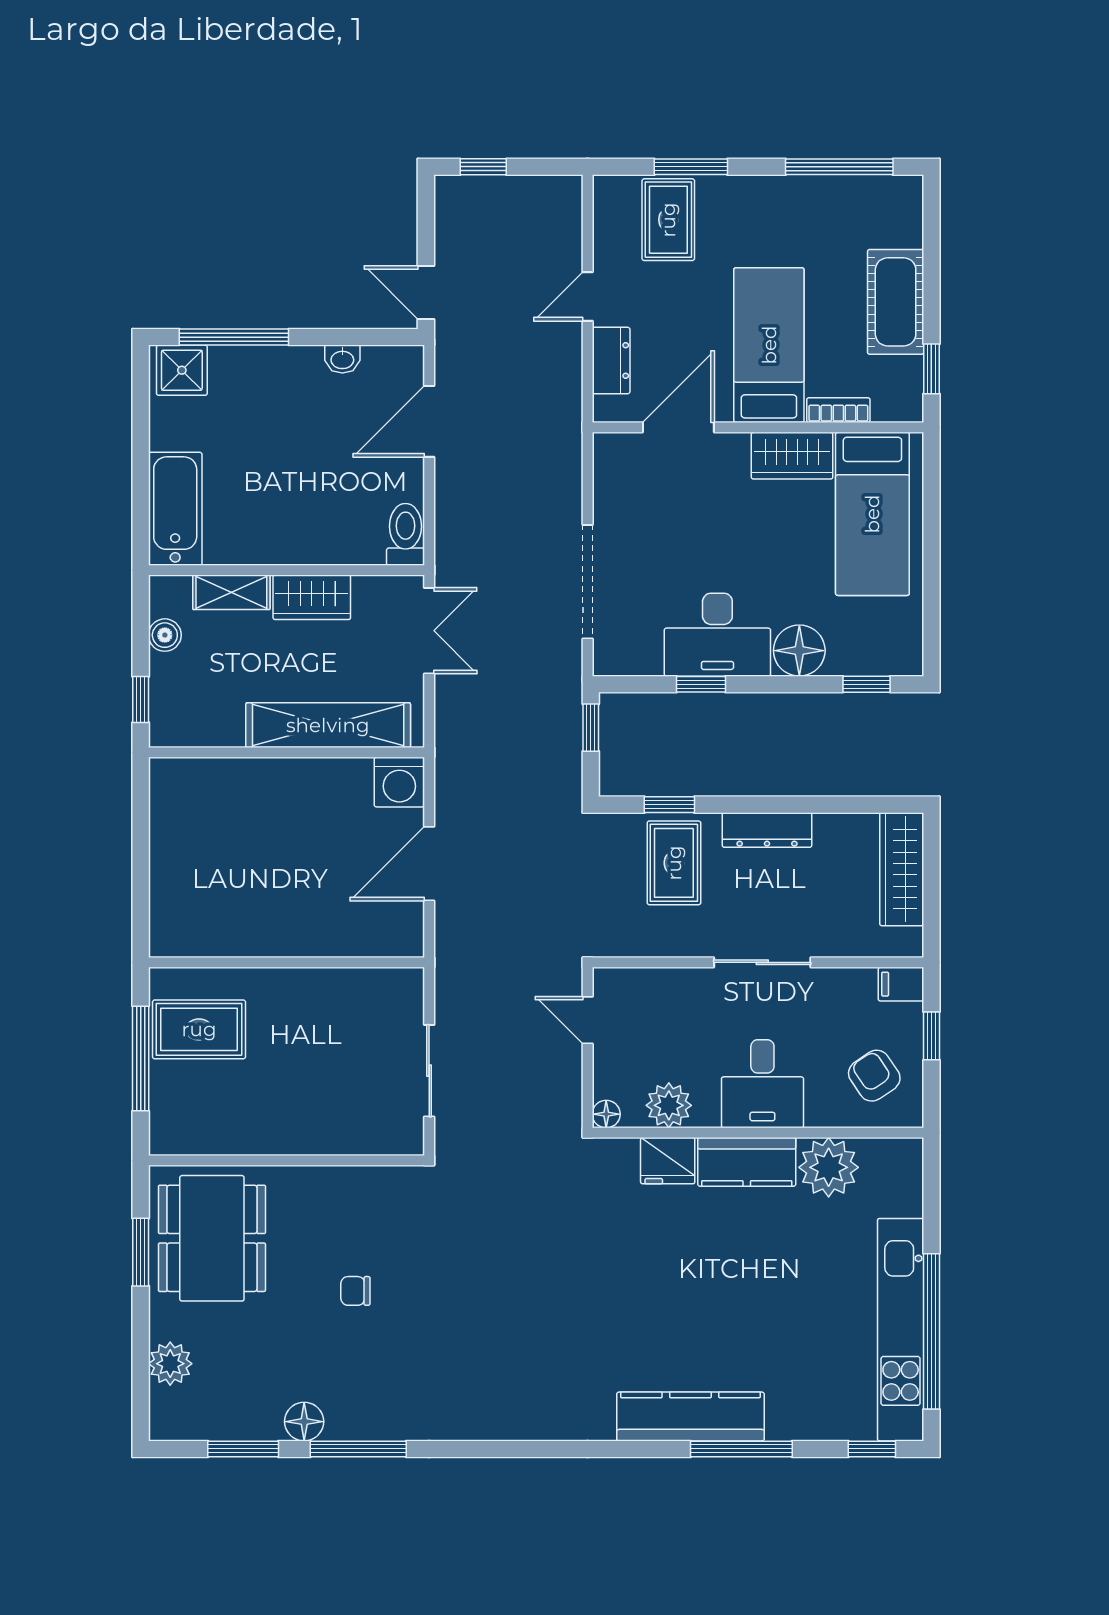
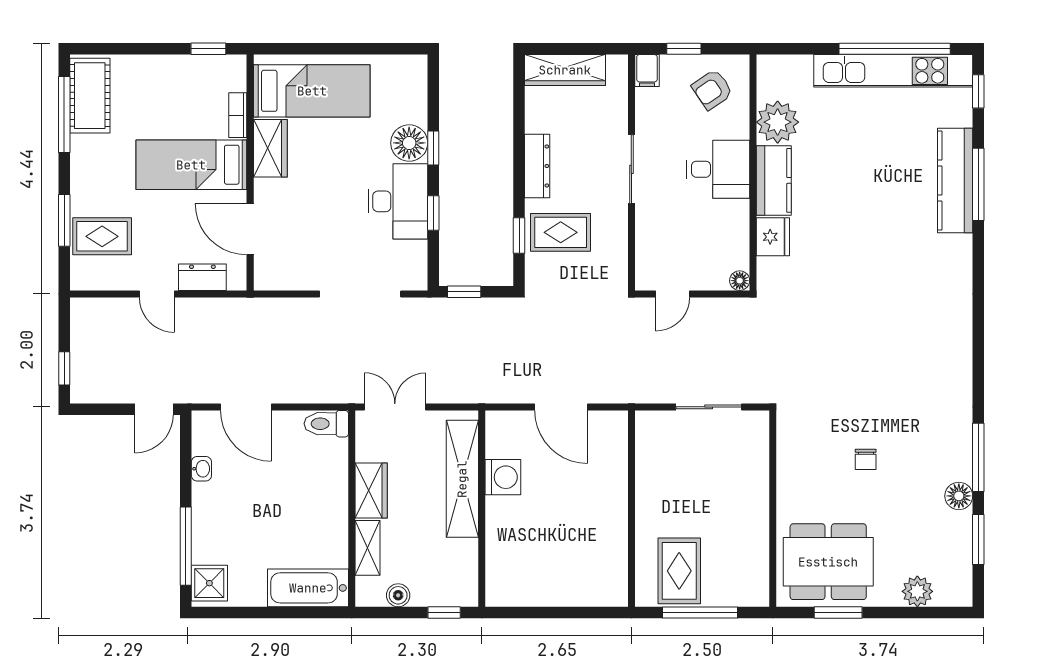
cot: (896, 302) -> (90, 96), moved, turned 90
window: (867, 684) -> (433, 148), moved
washing machine: (399, 782) -> (503, 477), moved
plant: (669, 1105) -> (733, 236), removed
kitchen counter: (690, 1416) -> (955, 180), moved

